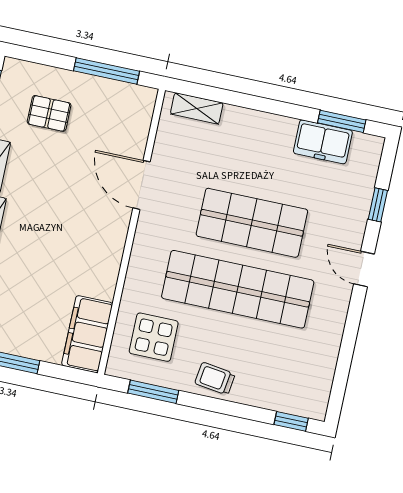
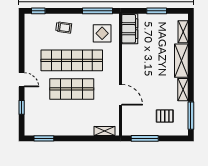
freezer: (323, 142) -> (50, 128), removed
trolley: (215, 379) -> (64, 27), moved
window: (153, 392) -> (97, 11), width x1.44

